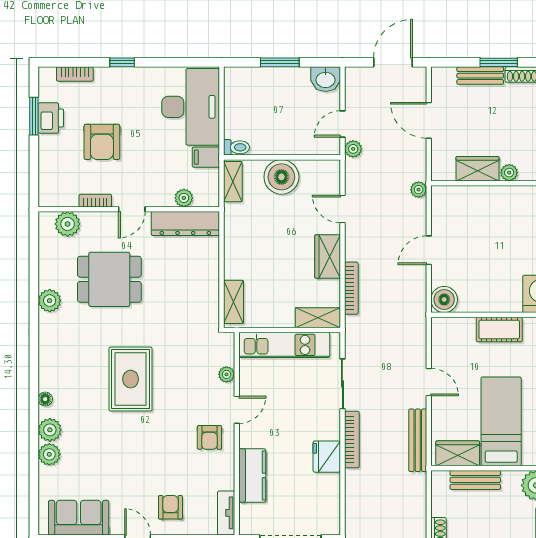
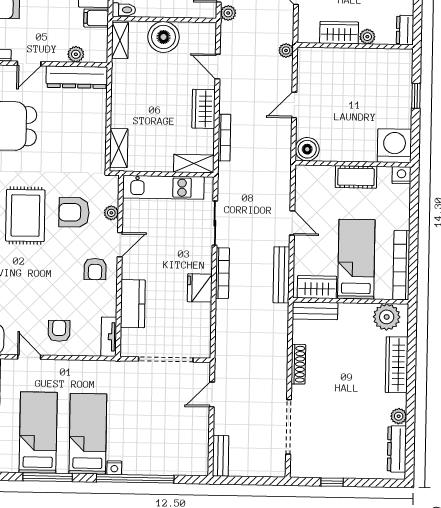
armchair: (185, 375) -> (74, 212), added
bench: (475, 480) -> (315, 311), moved

